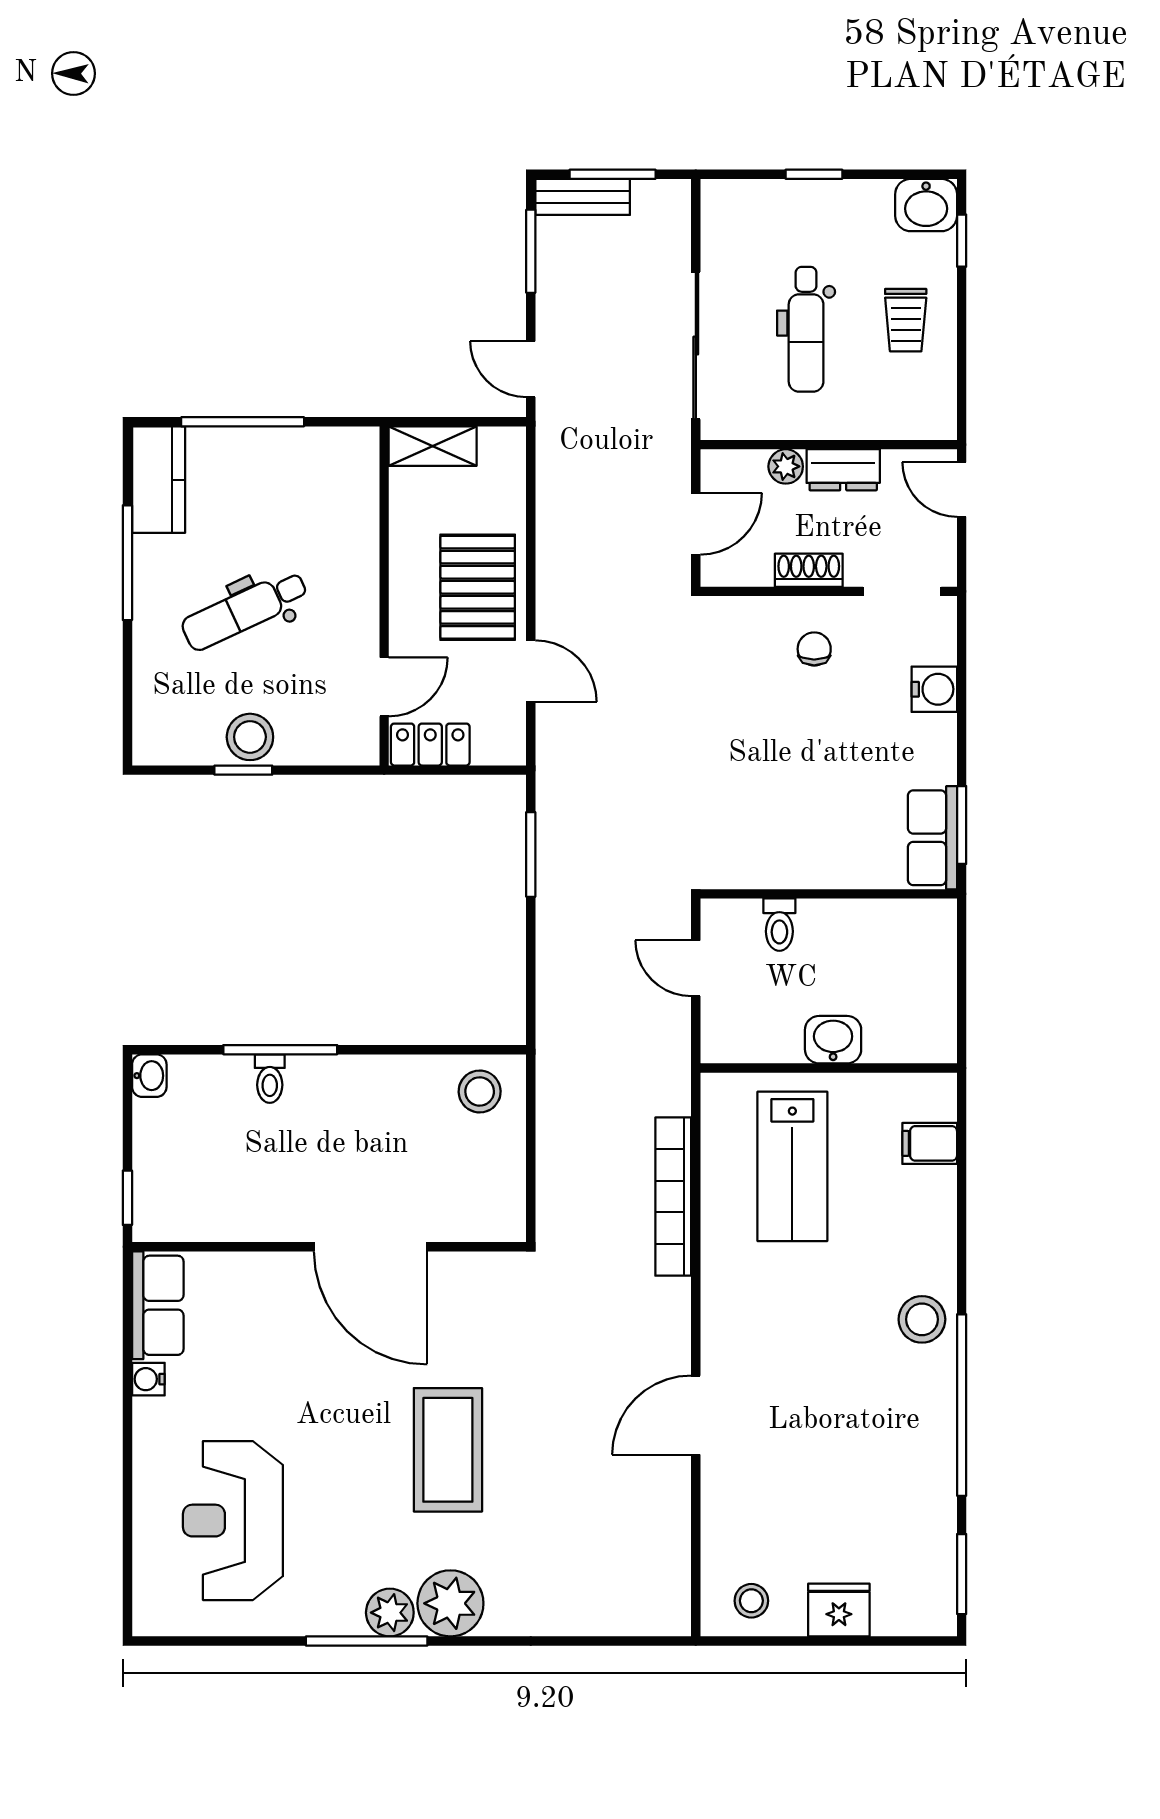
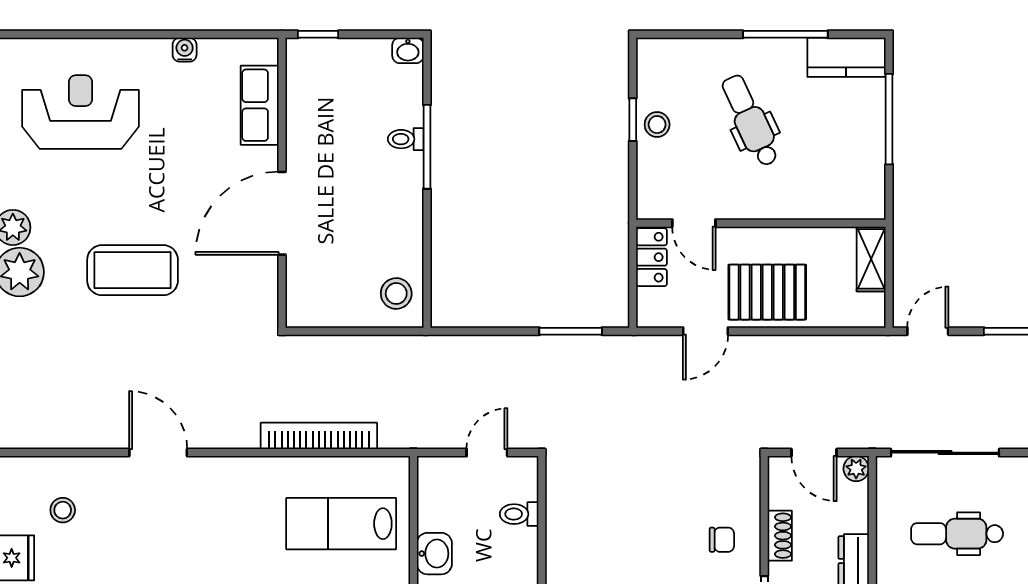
plant: (786, 466) -> (856, 469), moved
stool: (250, 737) -> (657, 125), width x0.73, depth x0.73
row of seats: (158, 1305) -> (260, 105), moved, turned 90
stool: (751, 1601) -> (63, 510), moved

